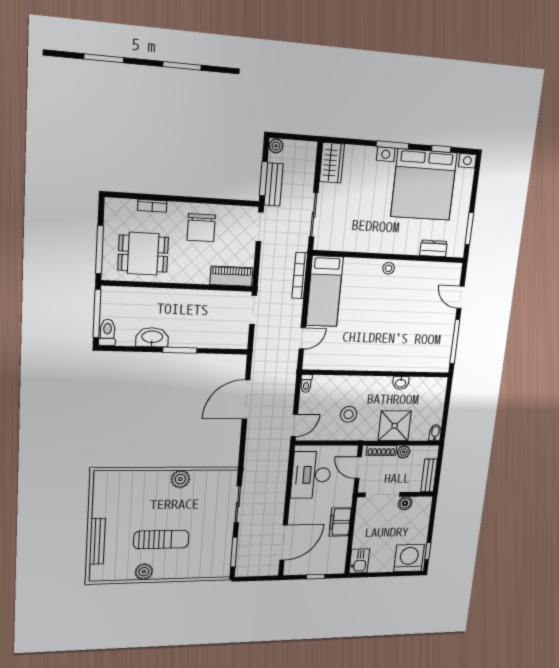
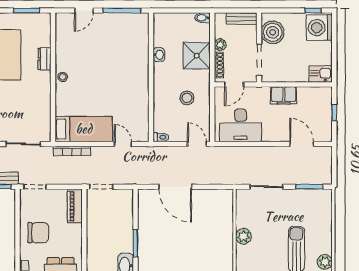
dresser: (433, 248) -> (44, 59), moved
boiler: (405, 503) -> (273, 32), width x1.86, depth x1.86
door: (284, 543) -> (302, 144), width x0.73

